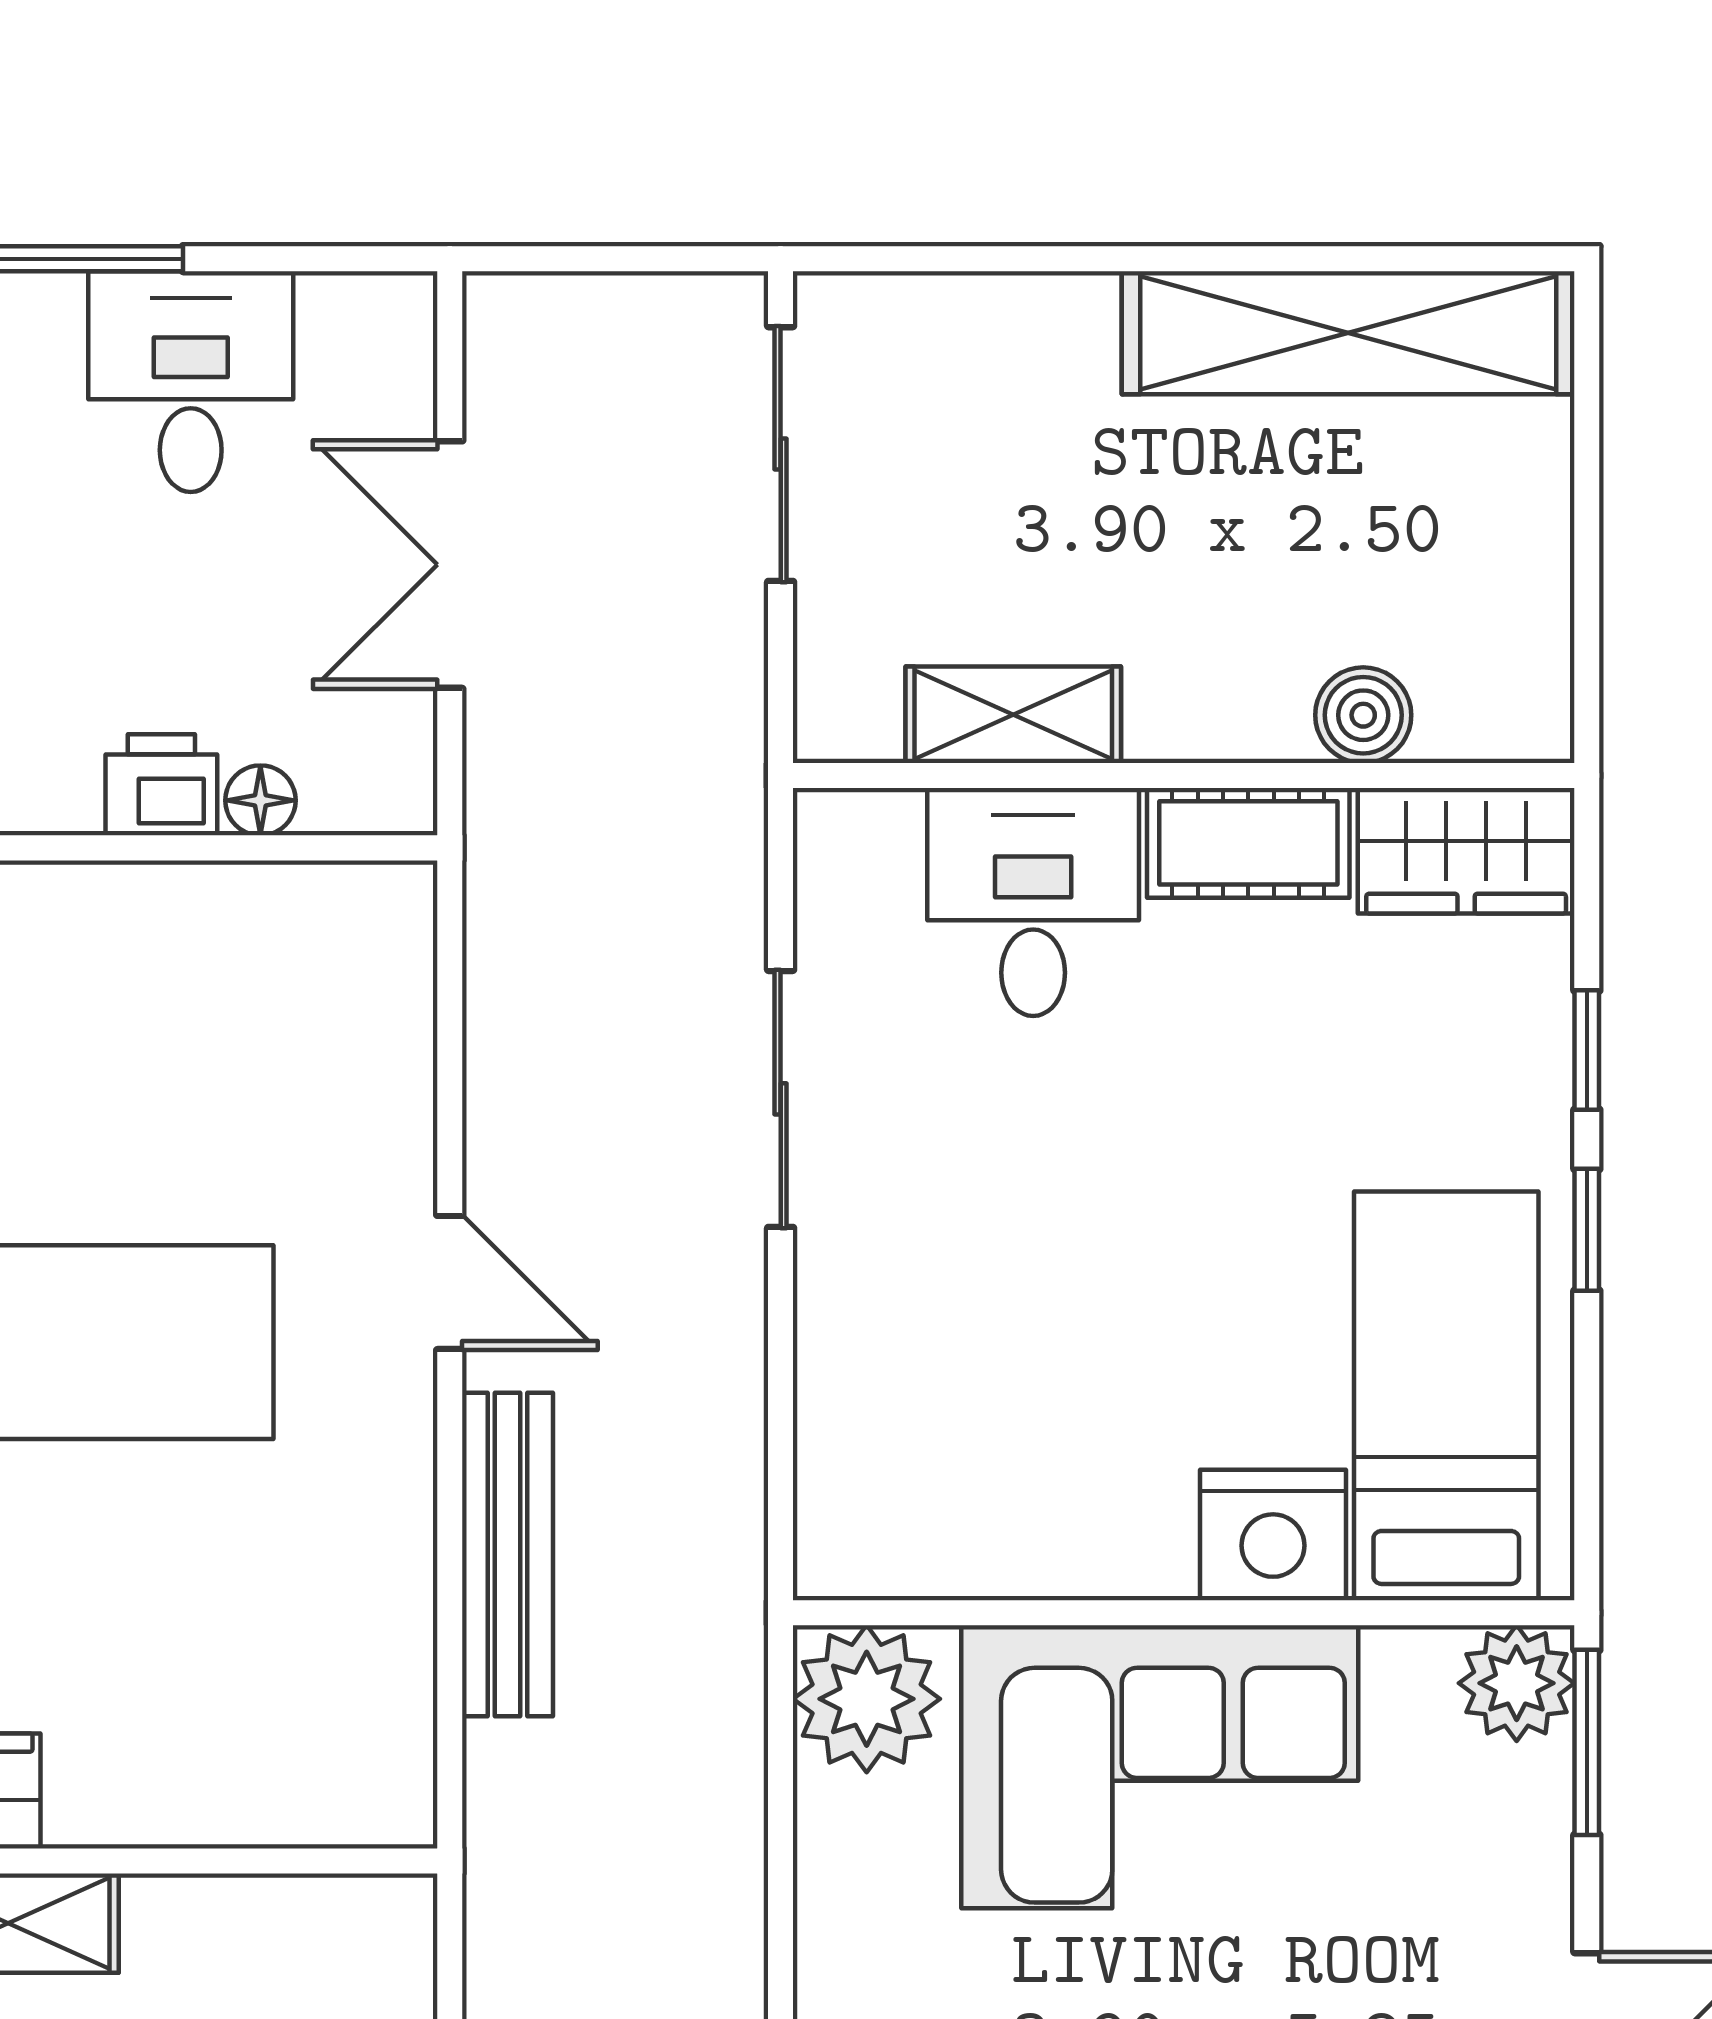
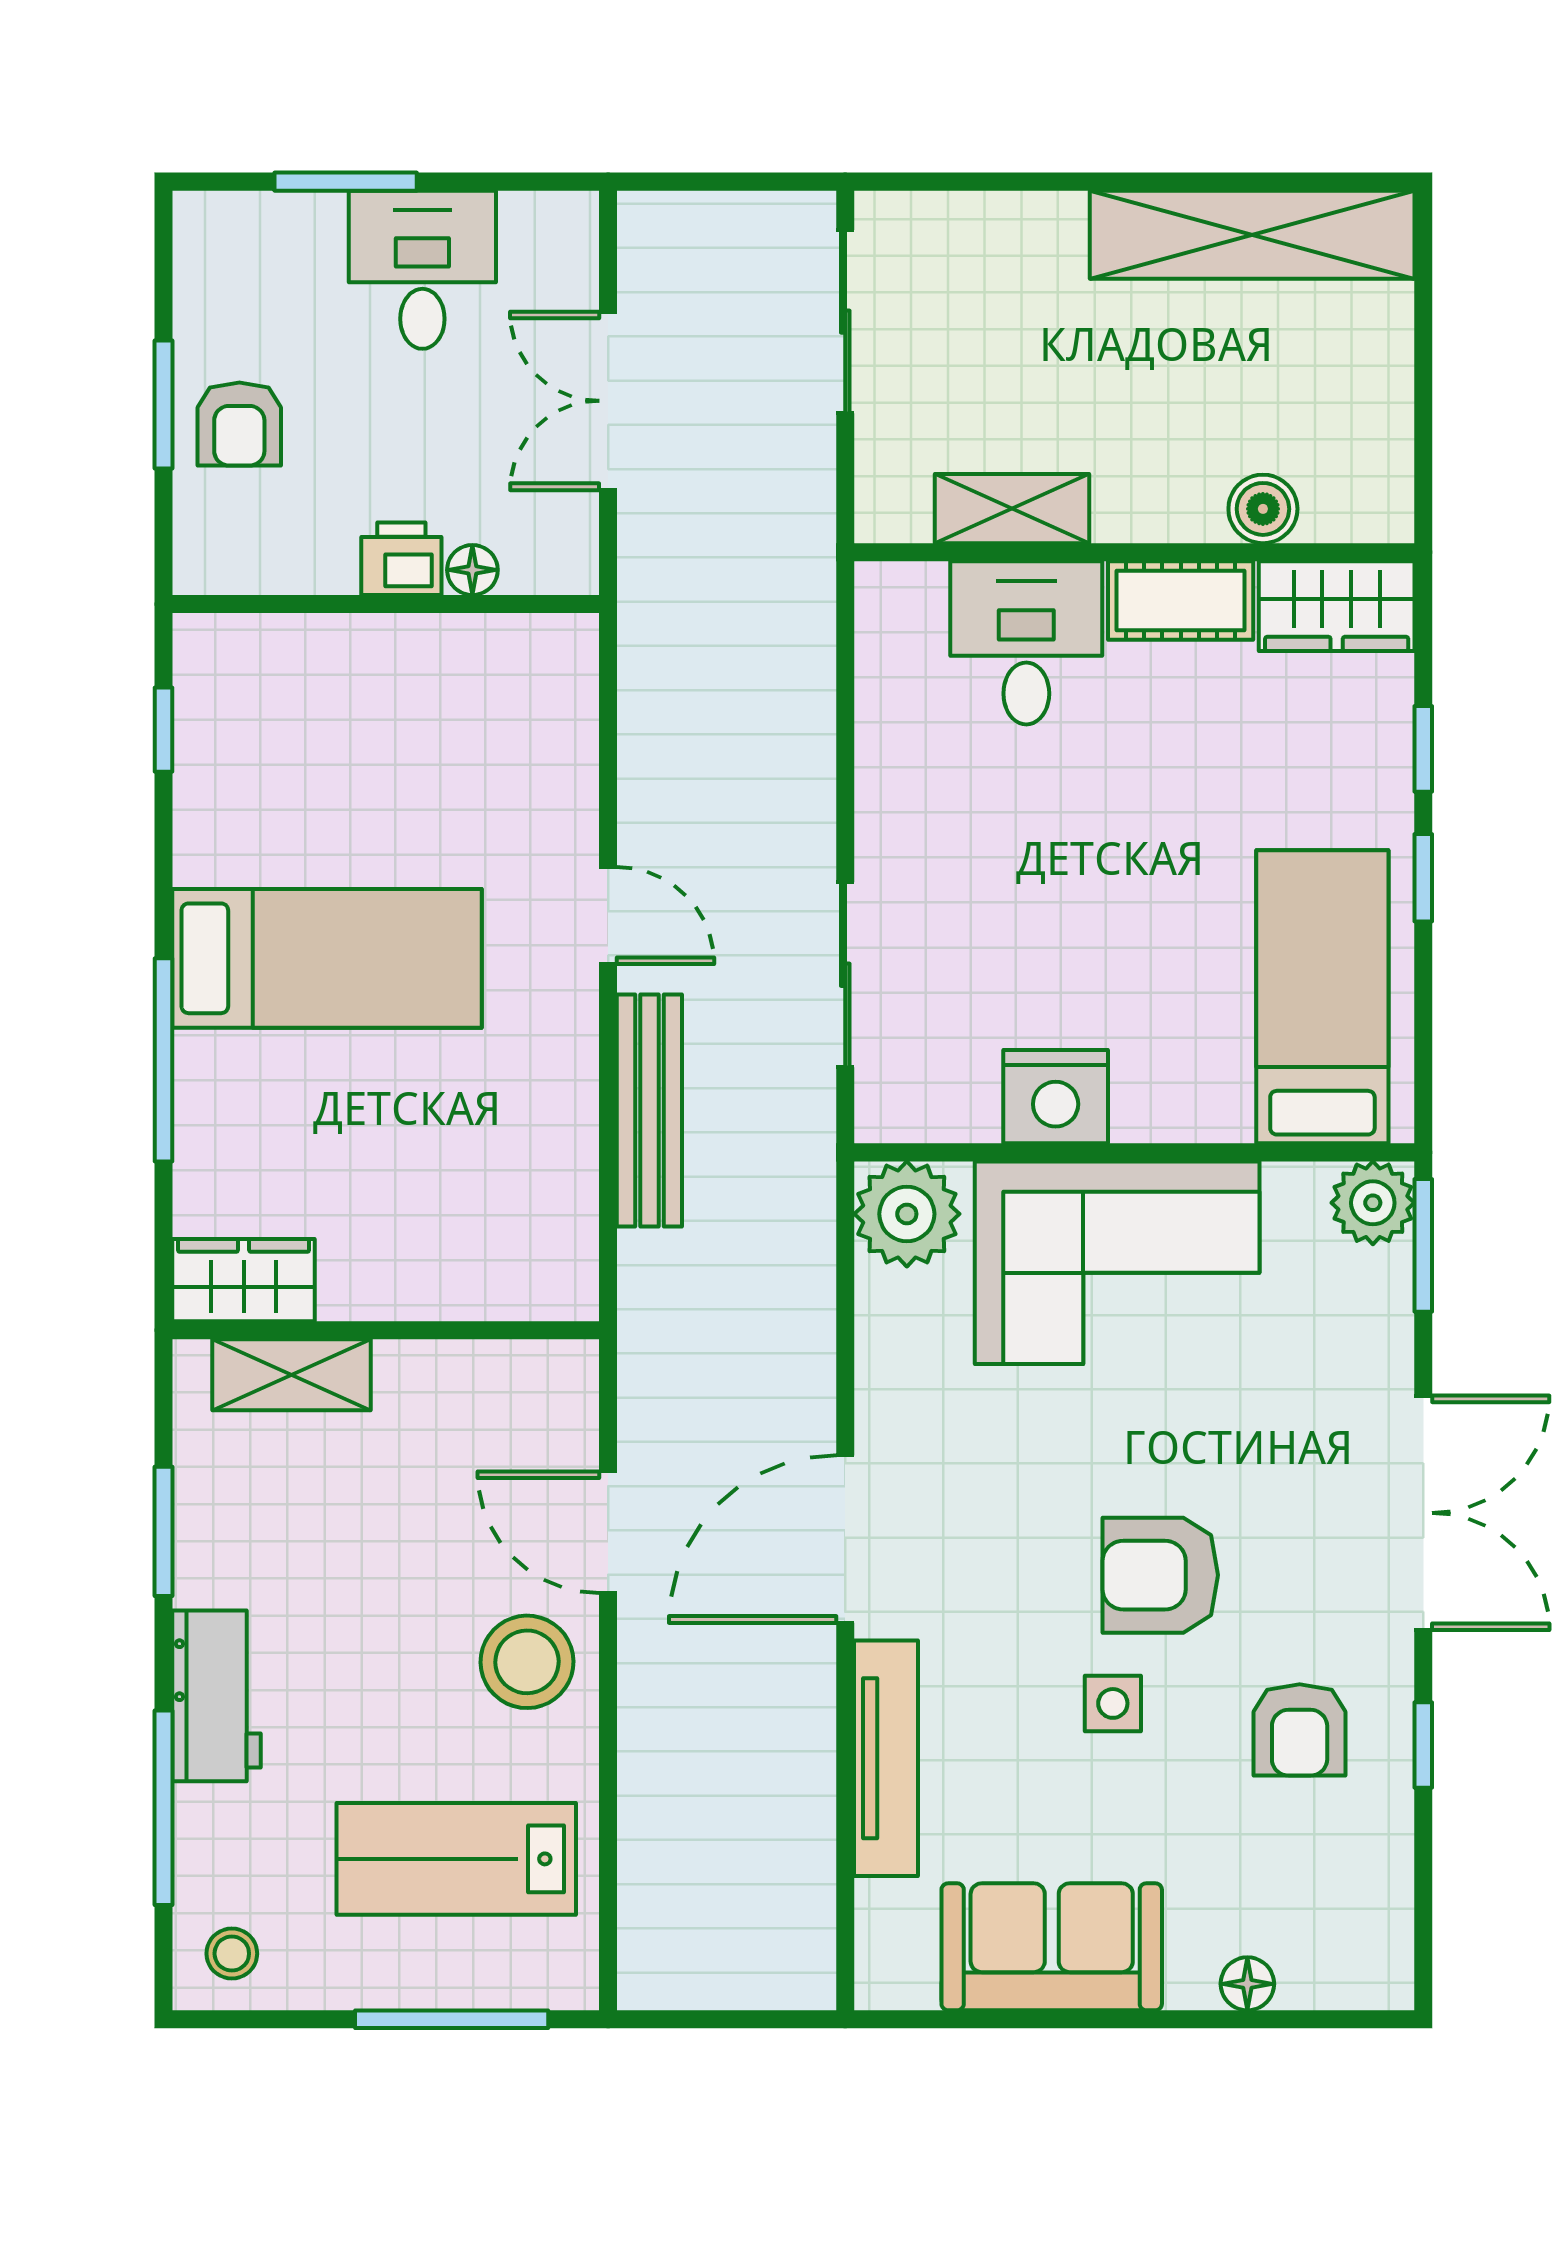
sliding door: (781, 1099) -> (845, 975), moved
nightstand: (1273, 1535) -> (1056, 1097), moved

